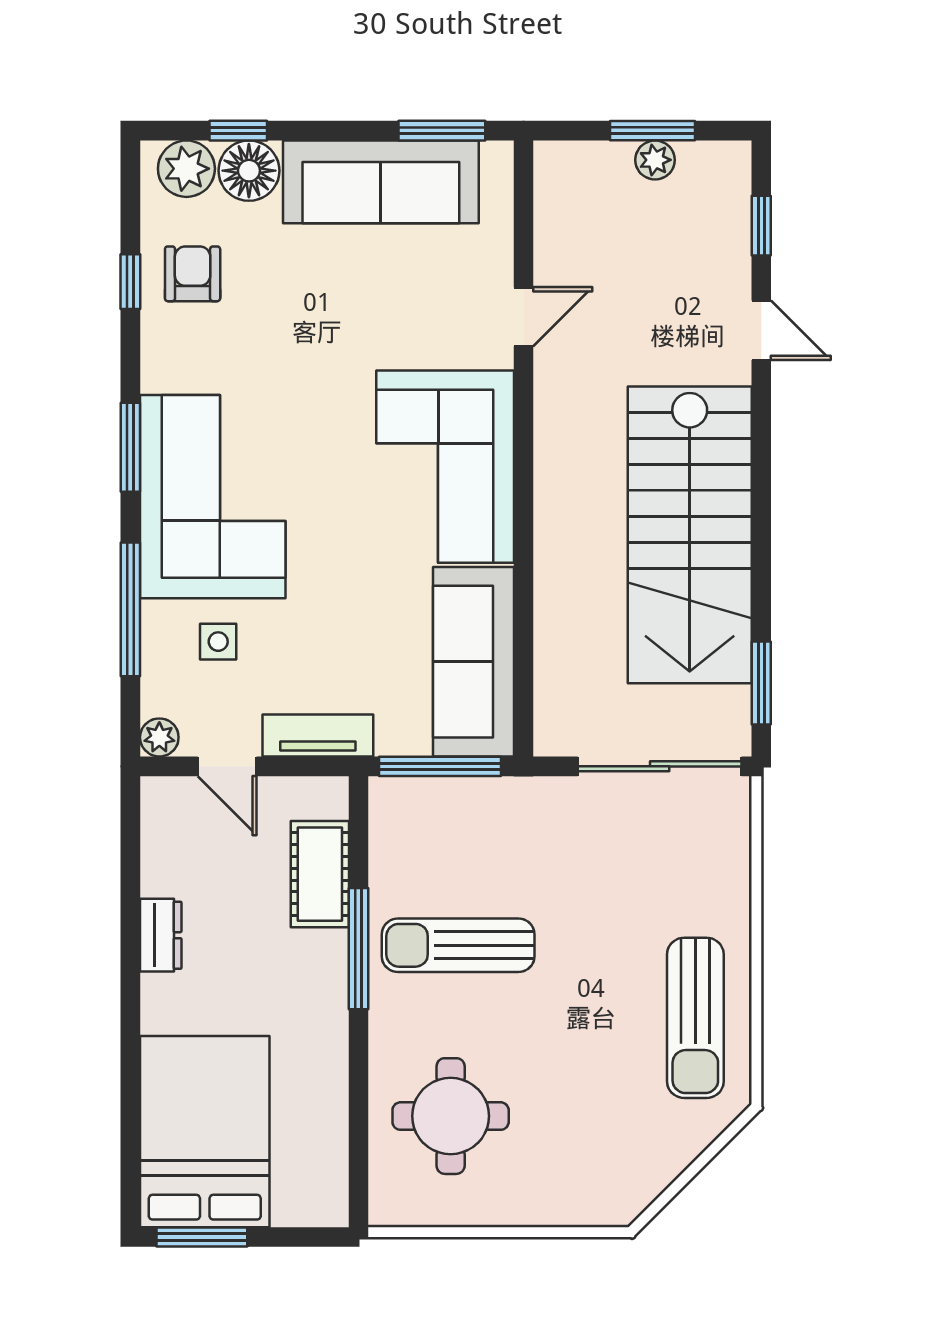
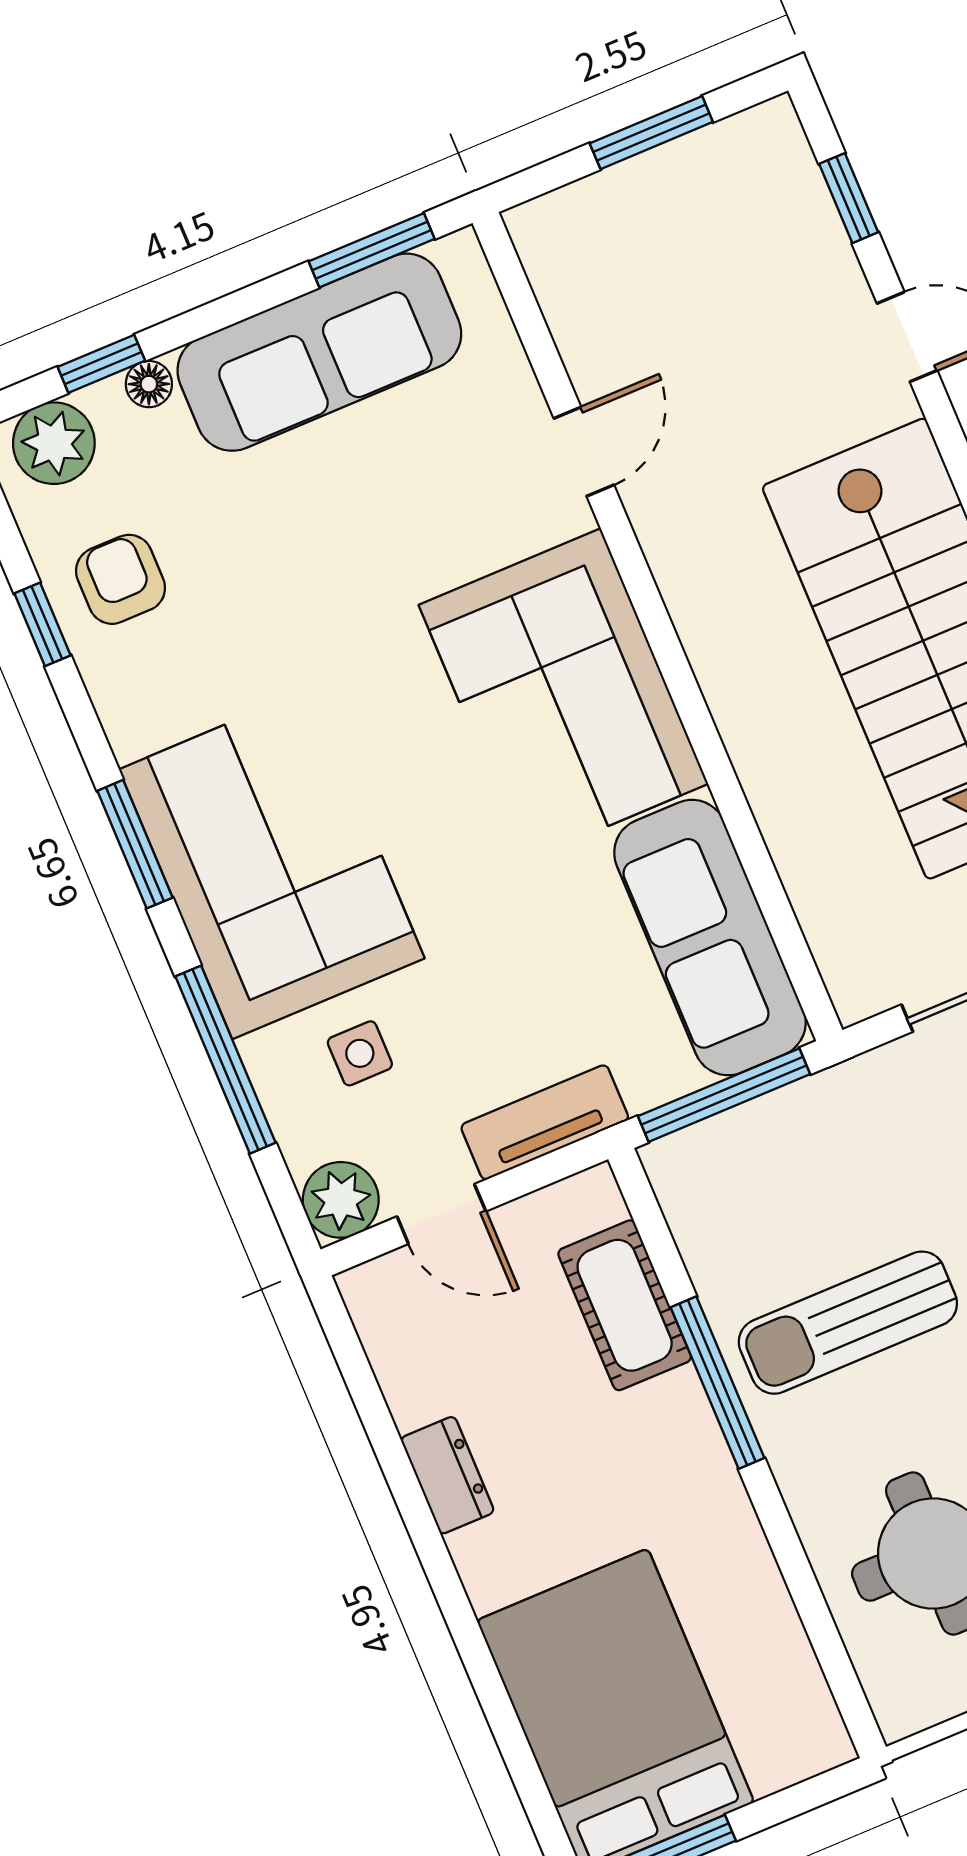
plant: (655, 160) -> (671, 170), removed
floor lamp: (249, 171) -> (149, 384), width x0.53, depth x0.53
plant: (159, 737) -> (341, 1200), width x1.38, depth x1.38

